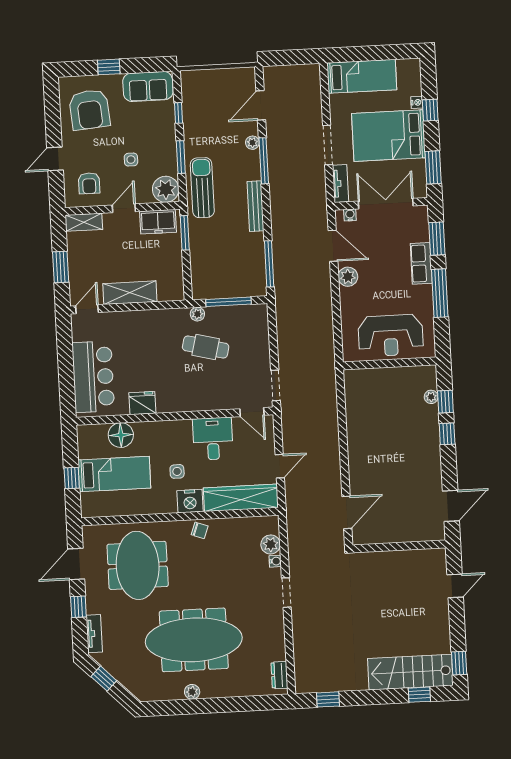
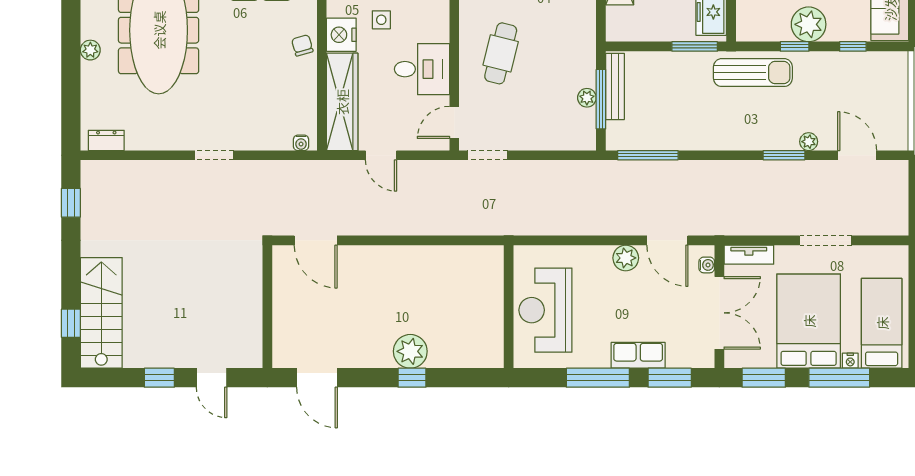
bed: (362, 76) -> (882, 323), moved, turned 180
window: (430, 110) -> (839, 378), width x2.17
doorway: (328, 145) -> (826, 240), moved
window: (181, 157) -> (795, 46), width x0.67
window: (264, 161) -> (784, 155), width x0.69
plant: (166, 189) -> (809, 24), moved
bench: (255, 206) -> (615, 86), moved, turned 90
door: (333, 246) -> (667, 240), hinge flipped
plant: (197, 314) -> (587, 98), moved
cafe table: (206, 347) -> (501, 53), moved
plant: (431, 397) -> (410, 351), moved, width x1.88, depth x1.88
window: (445, 402) -> (455, 378), removed
chair: (200, 530) -> (302, 45), turned 144
plant: (271, 544) -> (279, 138), removed
water cooler: (275, 561) -> (301, 143), moved
window: (459, 663) -> (159, 378), moved
plant: (192, 692) -> (90, 50), moved

